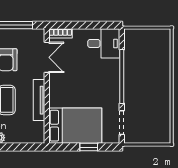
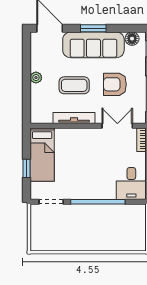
double door: (47, 57) -> (117, 126), swing flipped
bed: (75, 126) -> (42, 155), width x0.67

